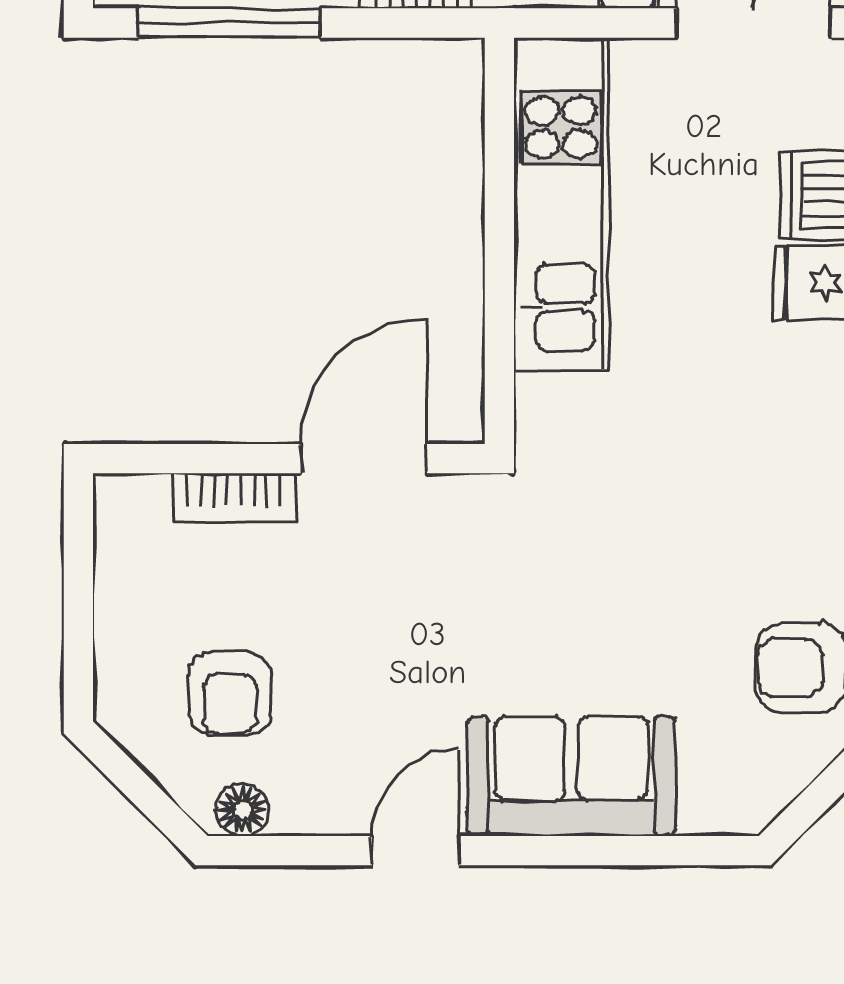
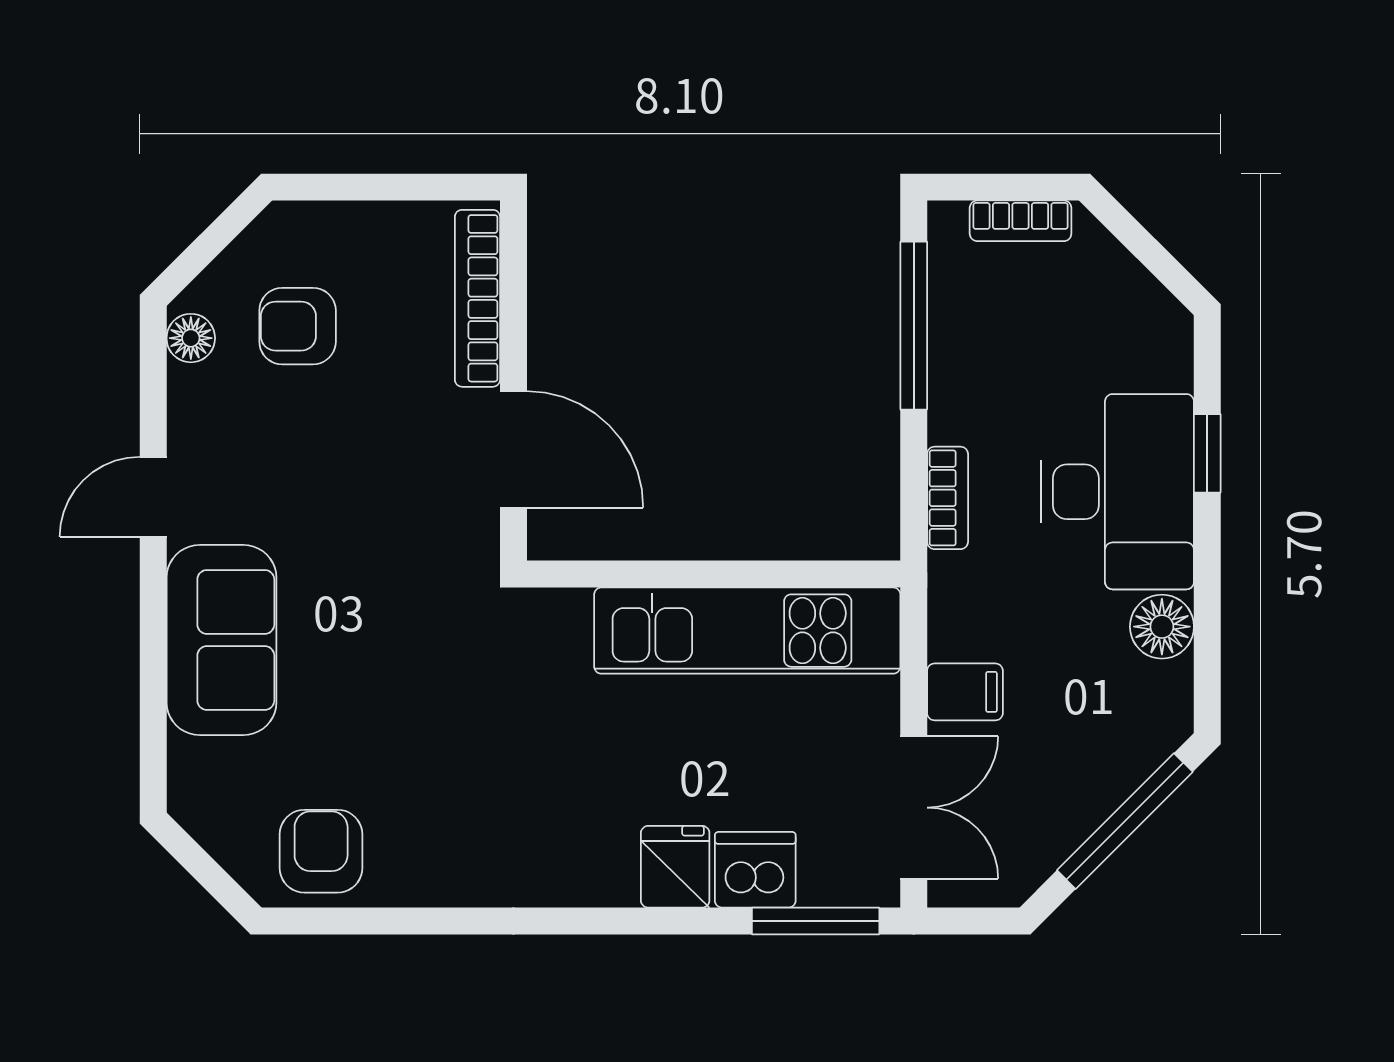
bookcase: (234, 498) -> (477, 298), width x1.56
door: (415, 851) -> (153, 497), swing flipped

